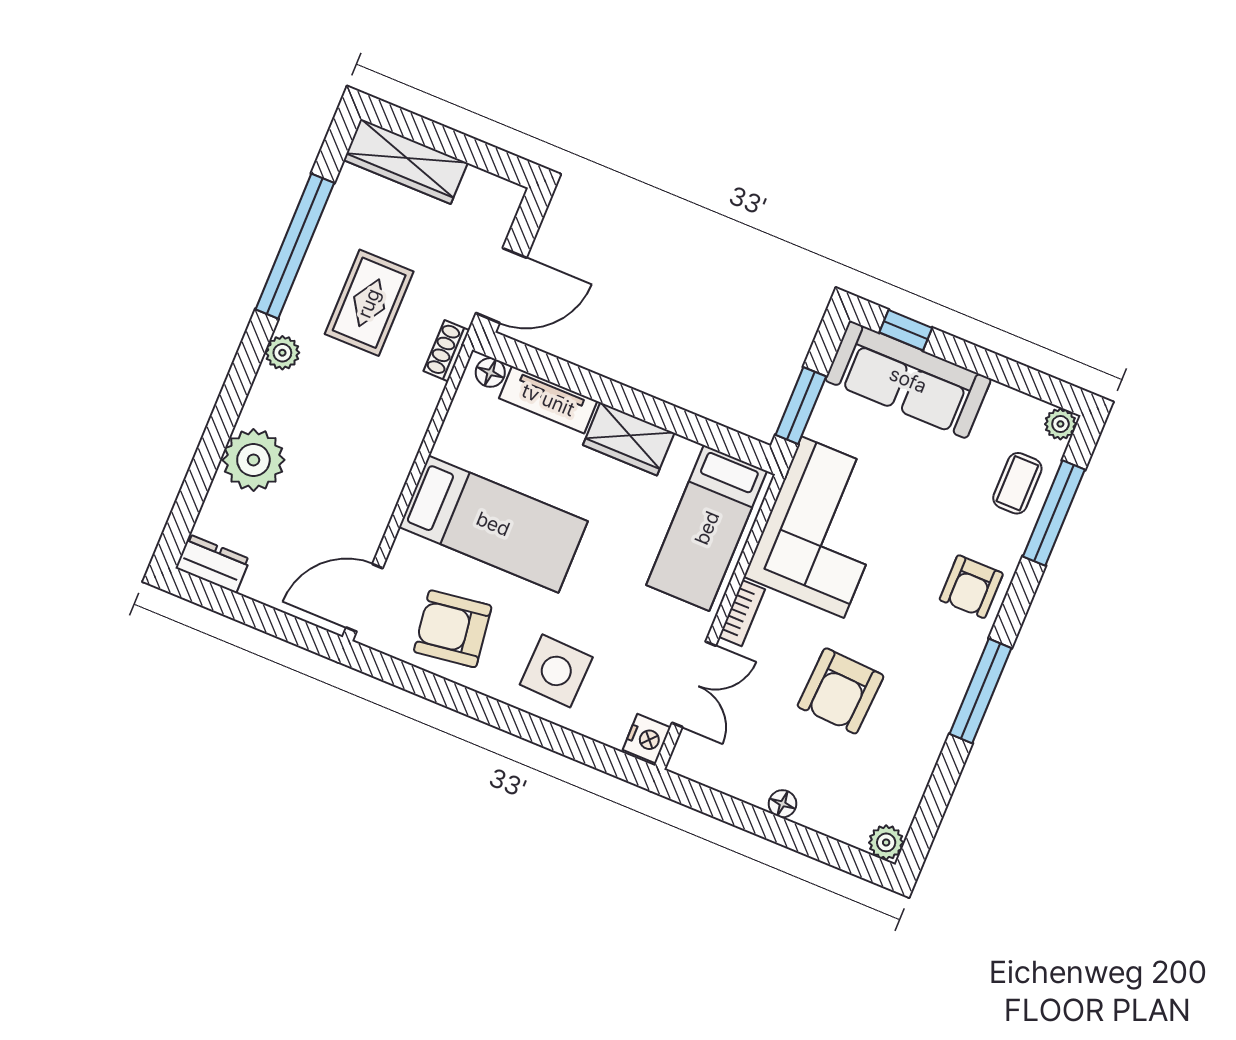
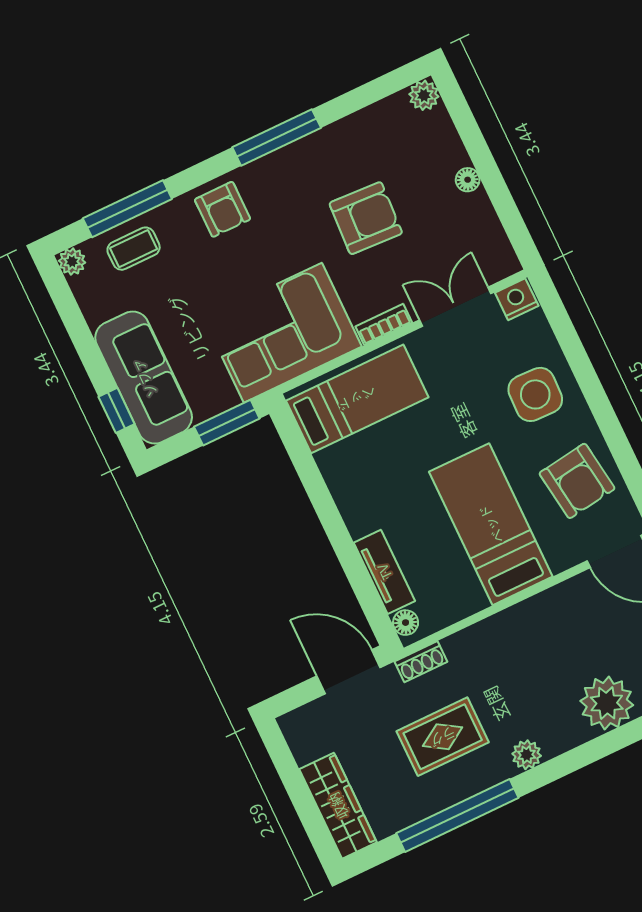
wardrobe: (629, 439) -> (356, 501), removed
armchair: (971, 587) -> (222, 209), turned 90

